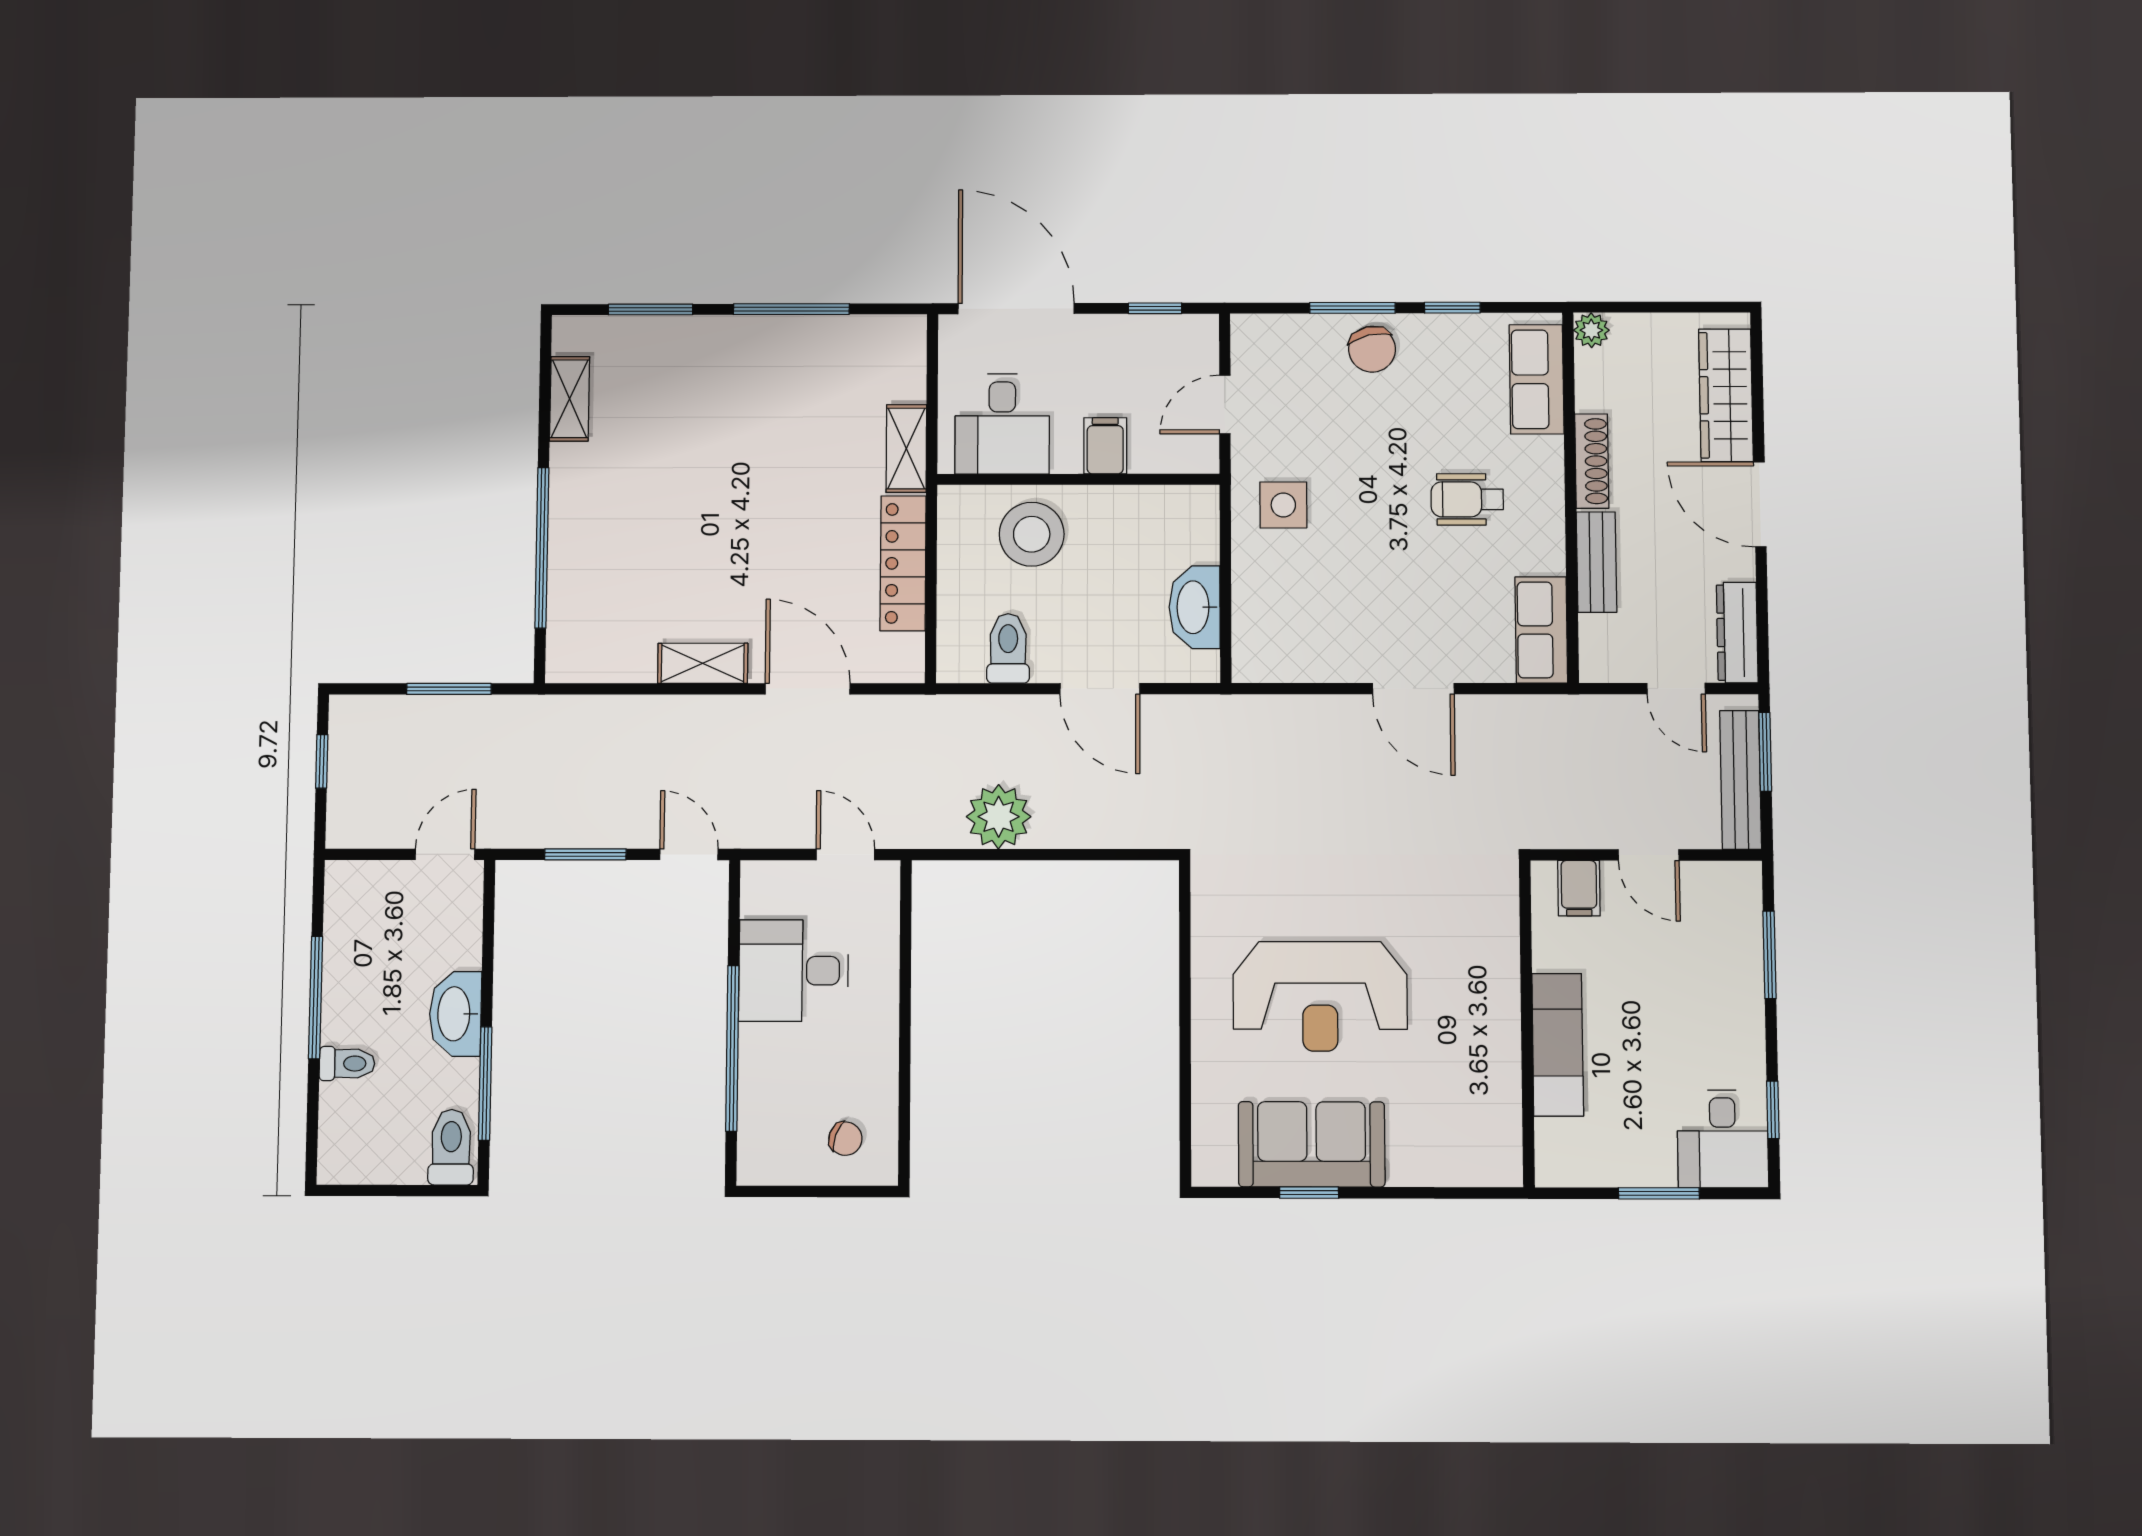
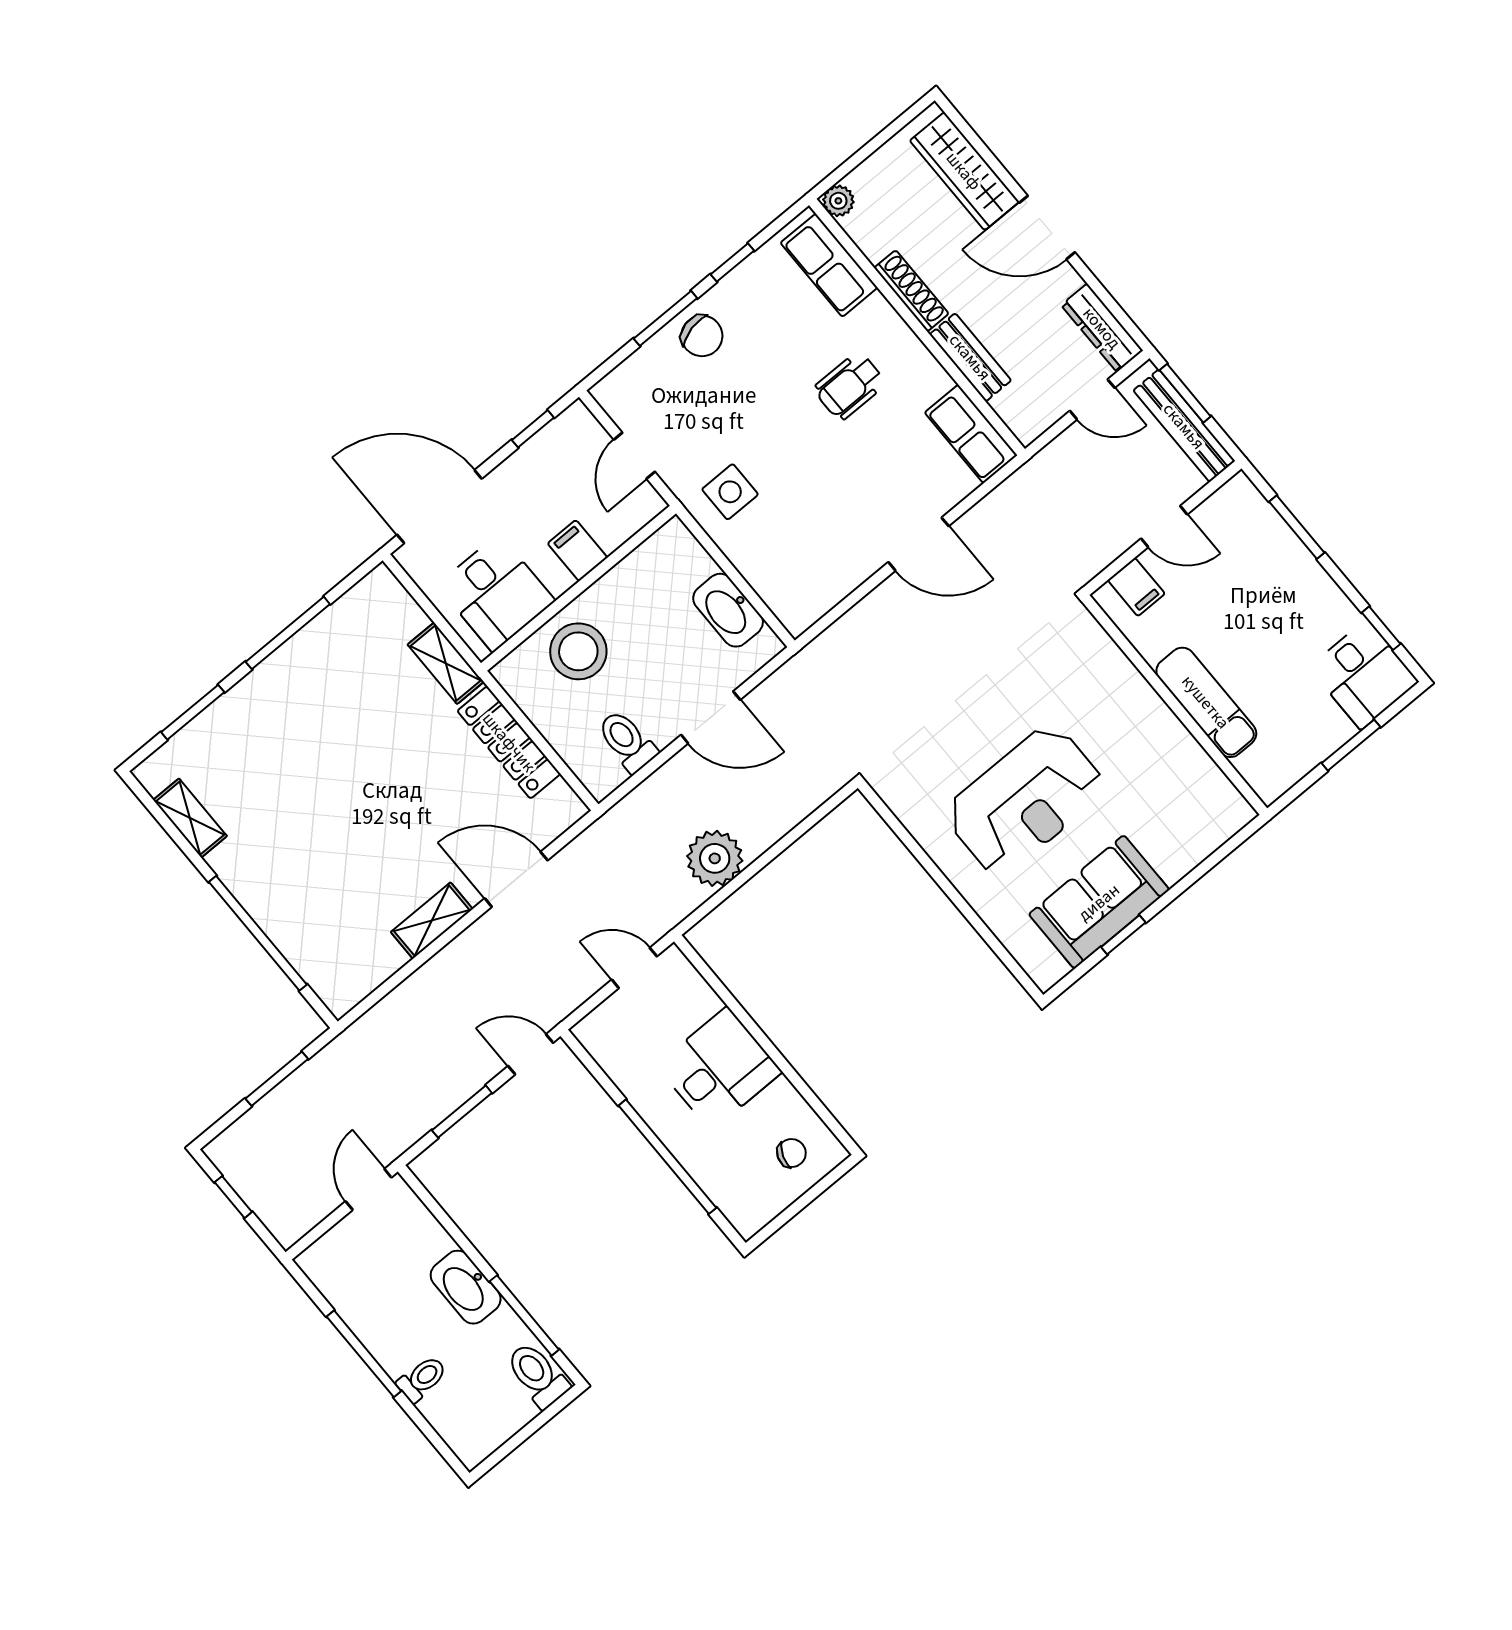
desk: (794, 971) -> (719, 1069), moved, turned 180

